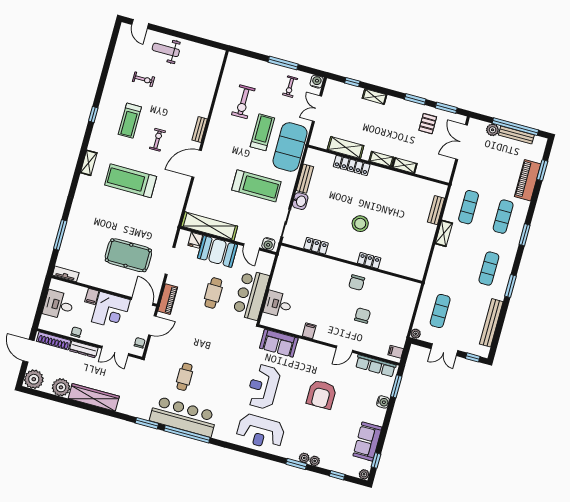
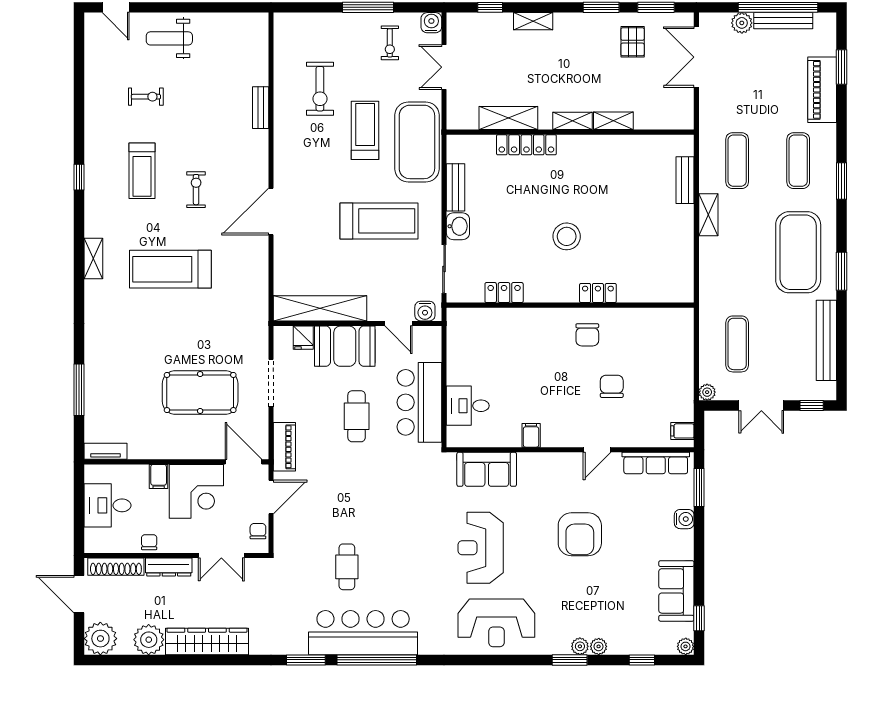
bench: (200, 130) -> (261, 108), moved
exercise mat: (489, 269) -> (798, 252), width x2.00, depth x1.45

